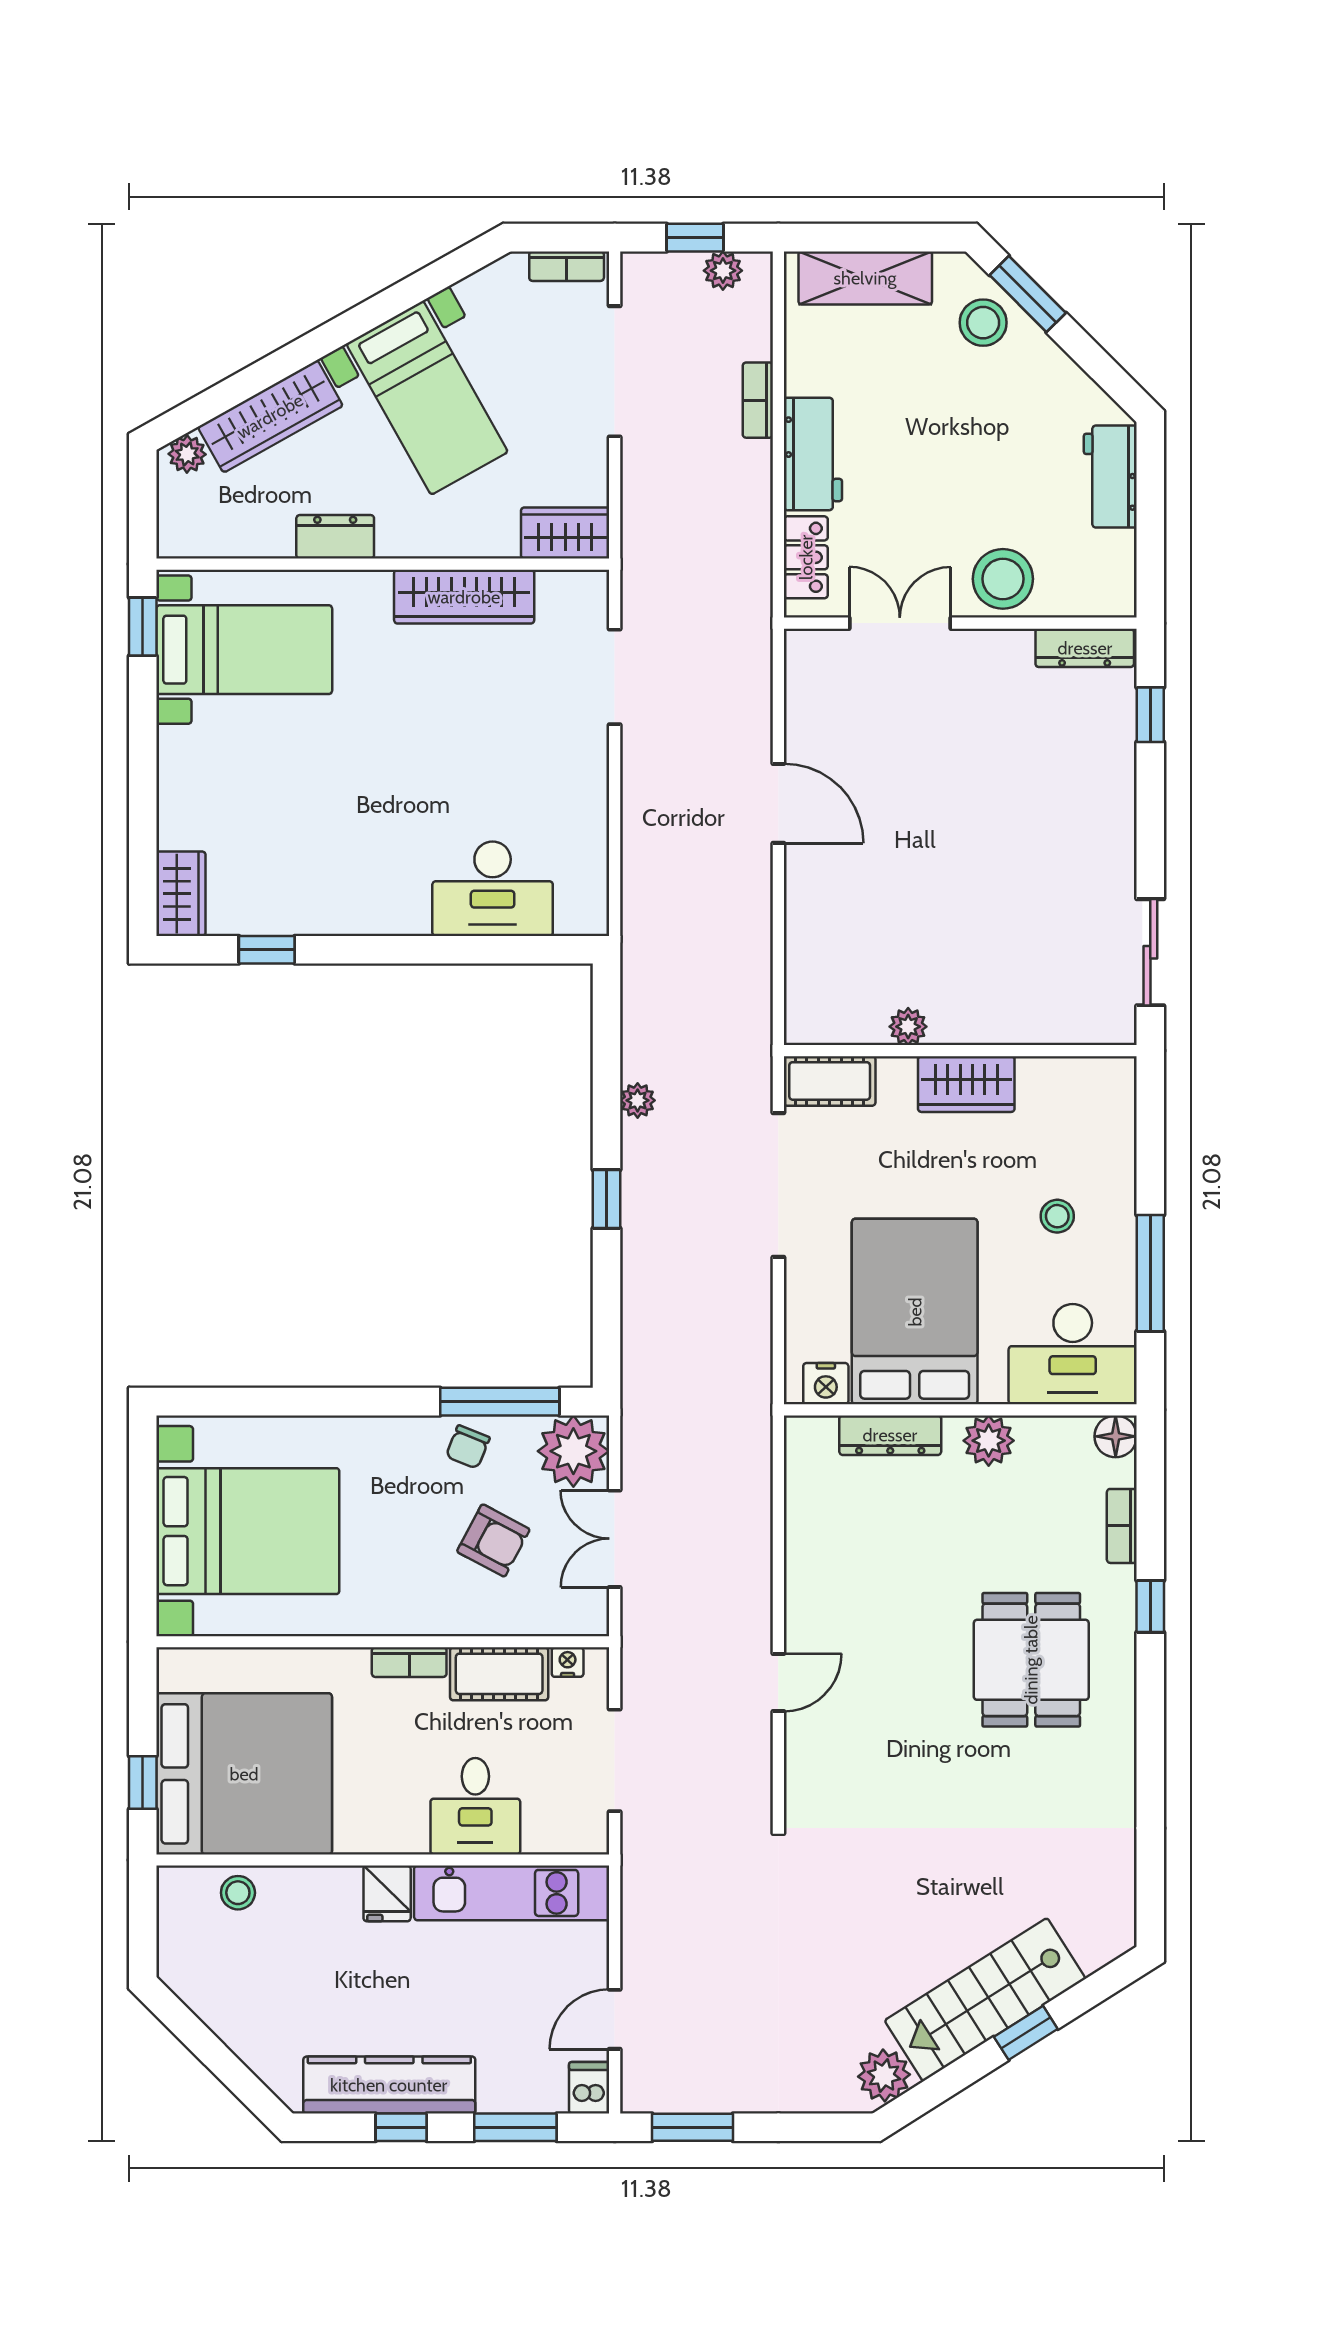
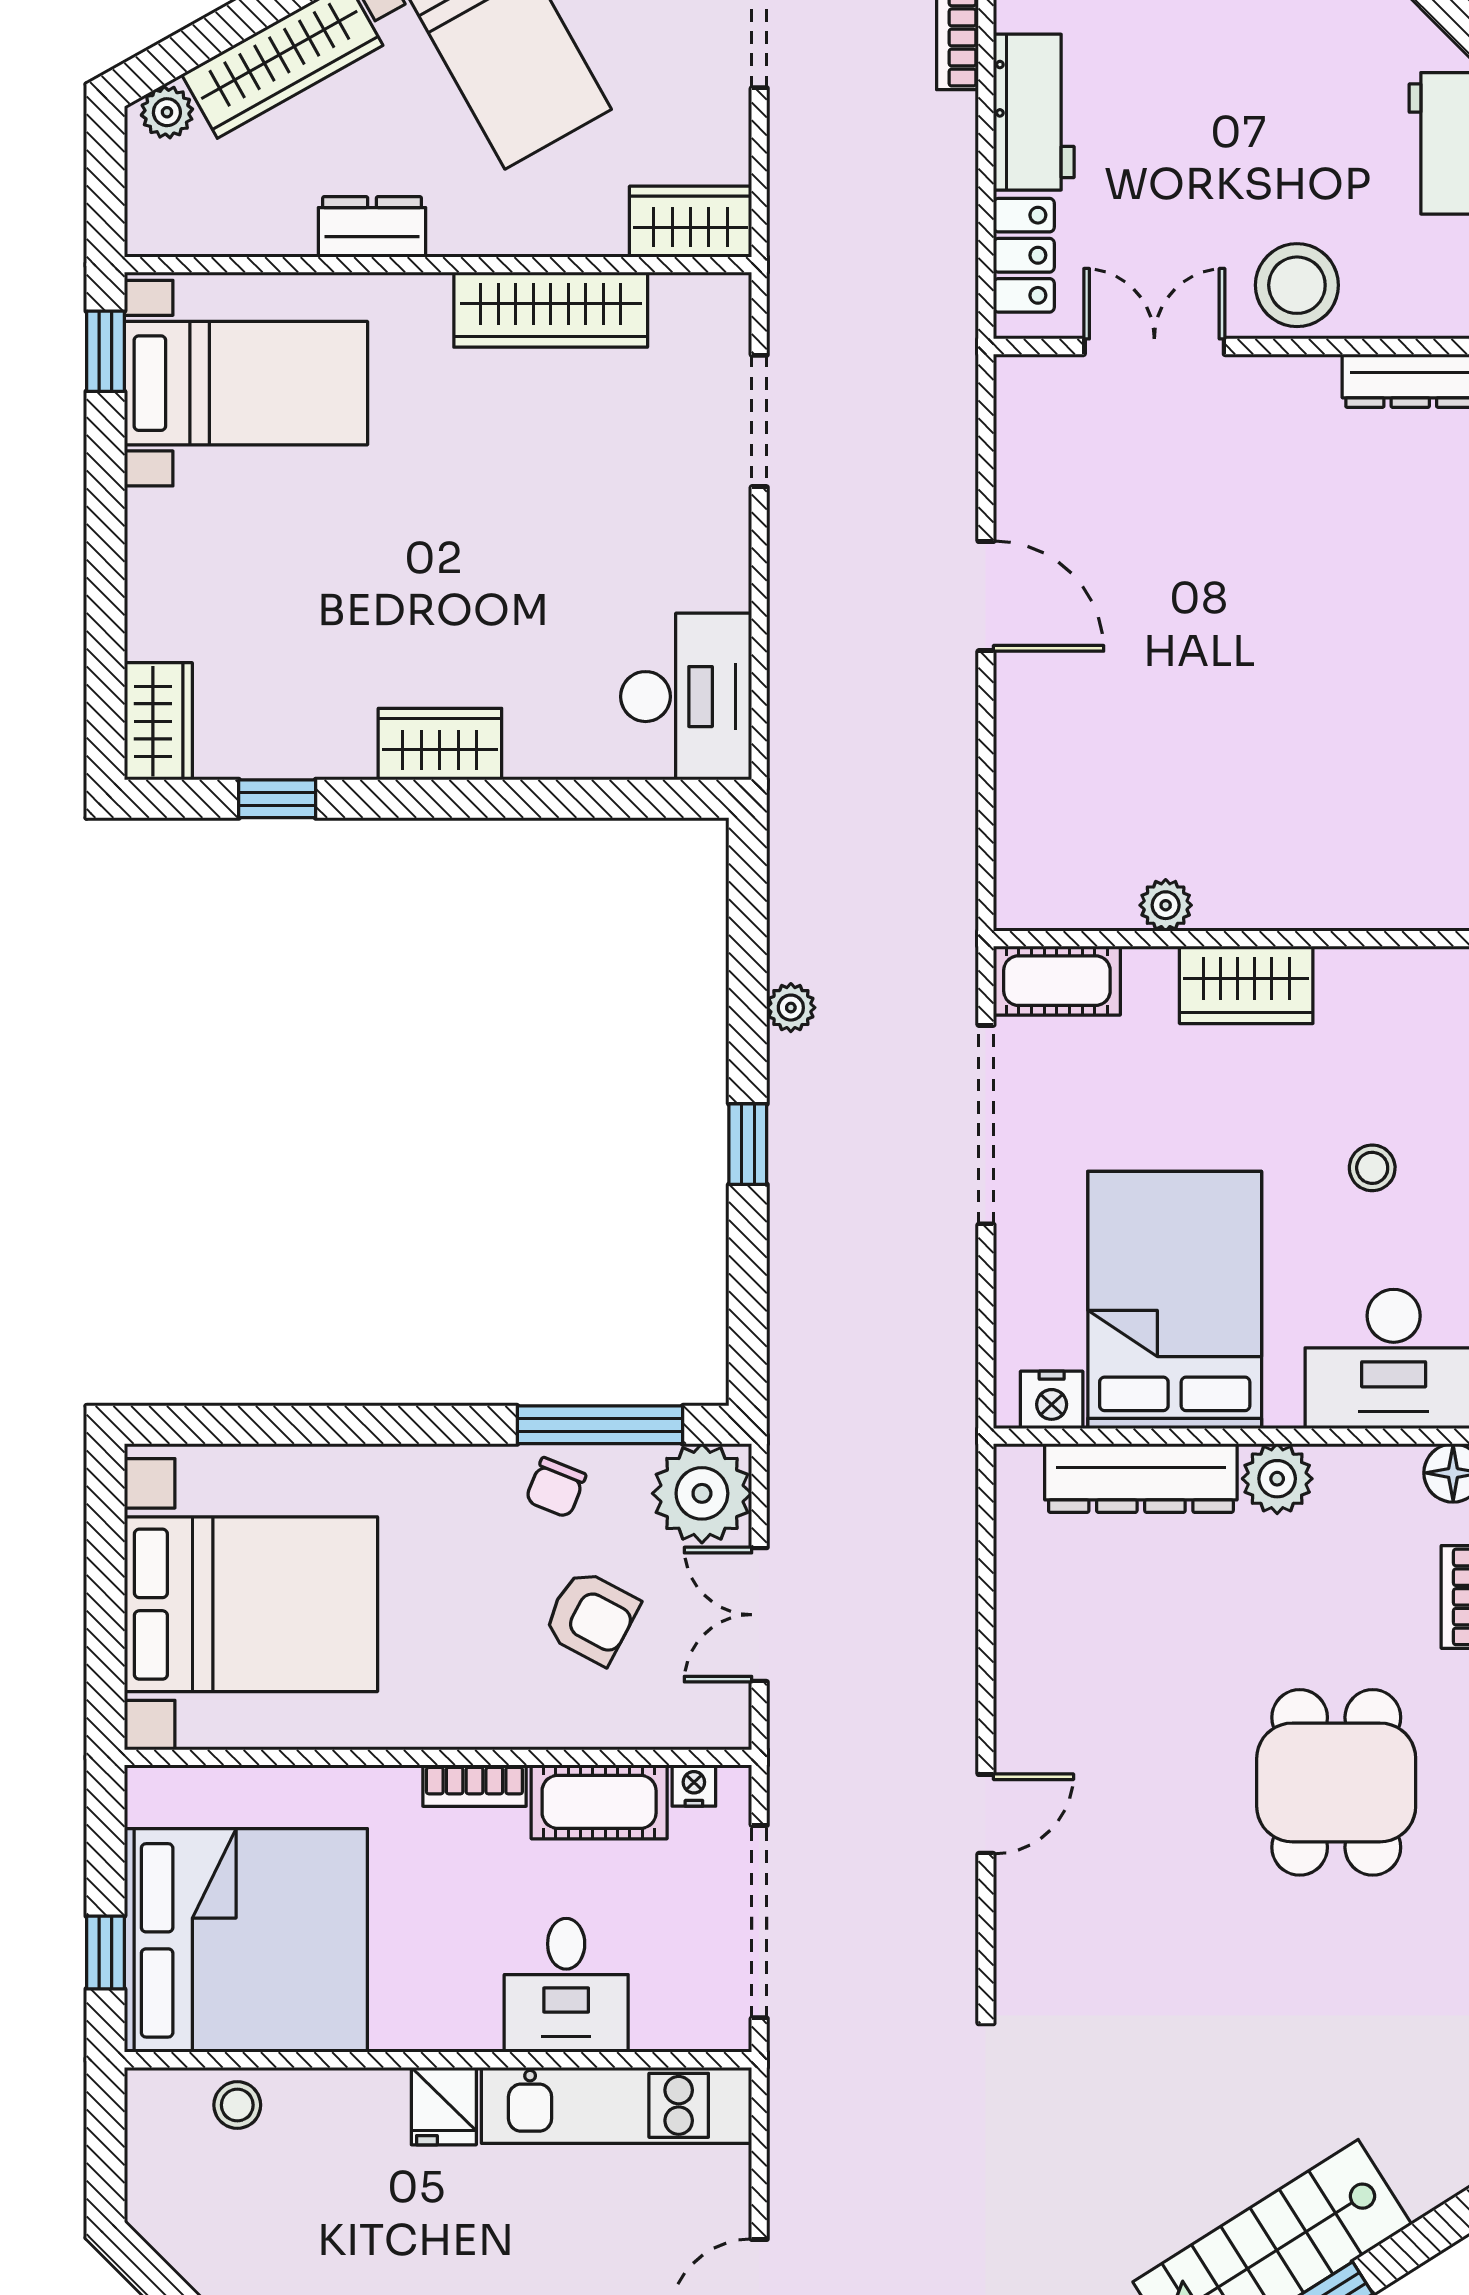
desk: (493, 889) -> (686, 697), moved, turned -90
wardrobe: (384, 910) -> (440, 744), added
dresser: (890, 1435) -> (1141, 1478), width x1.37, depth x1.24
doorway: (615, 1760) -> (759, 1922), width x1.36

